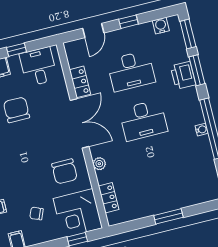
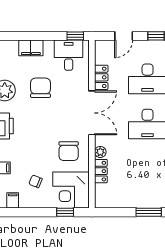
window: (17, 50) -> (75, 36), moved
locker: (109, 198) -> (101, 171), moved

